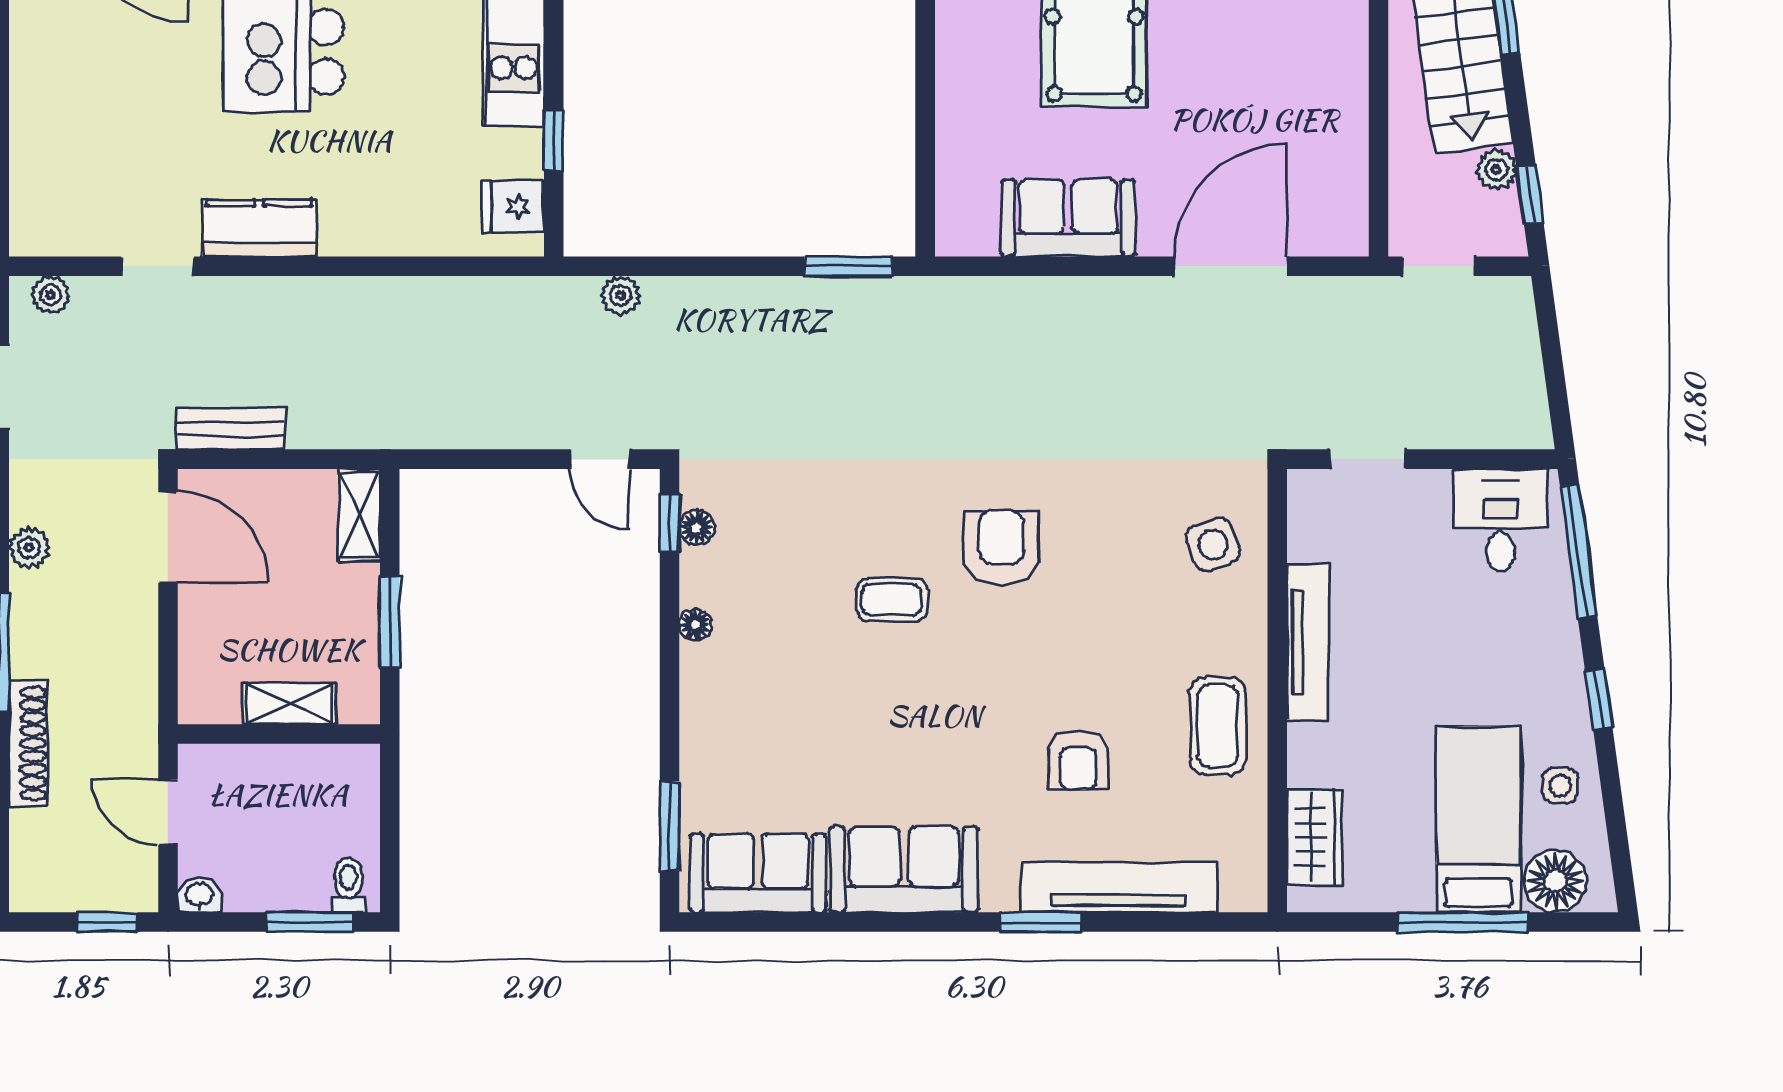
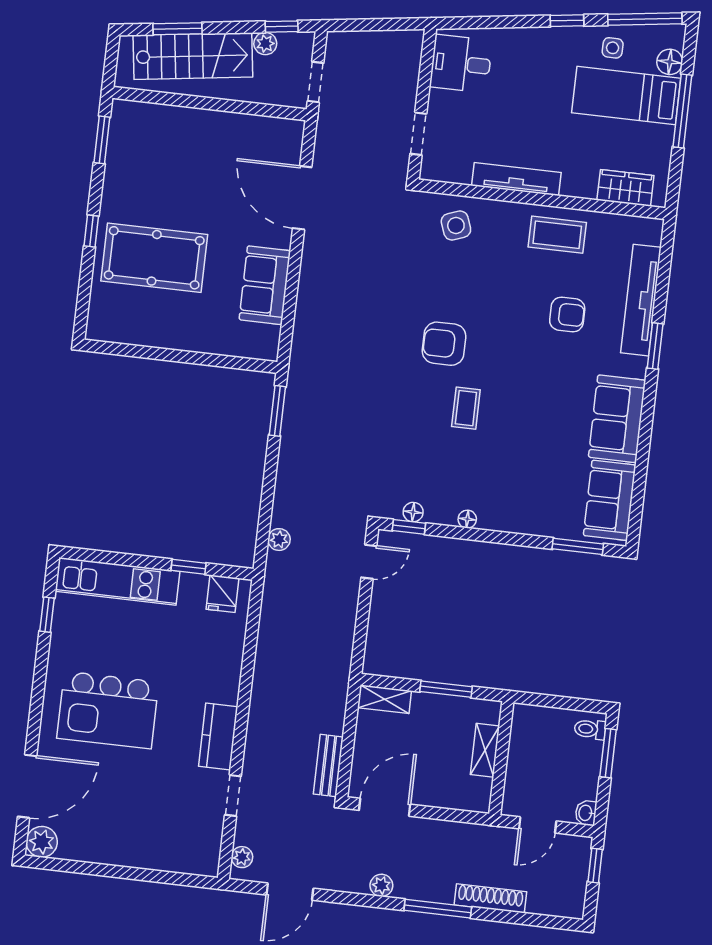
window: (1579, 551) -> (645, 19), moved
floor lamp: (1555, 881) -> (670, 62), width x0.73, depth x0.73

